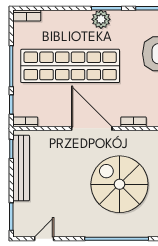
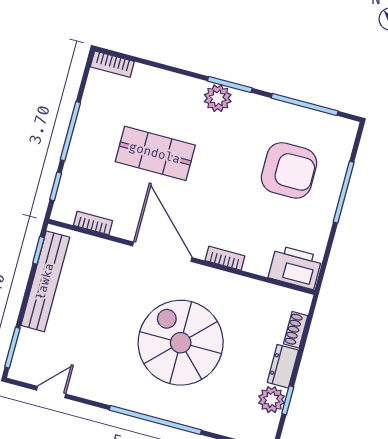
shop shelf: (70, 66) -> (155, 153), width x0.50, depth x0.74
bookcase: (25, 122) -> (93, 223), moved

